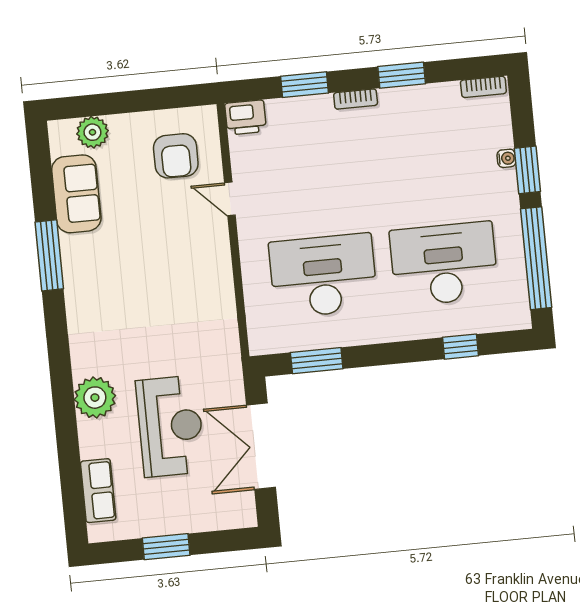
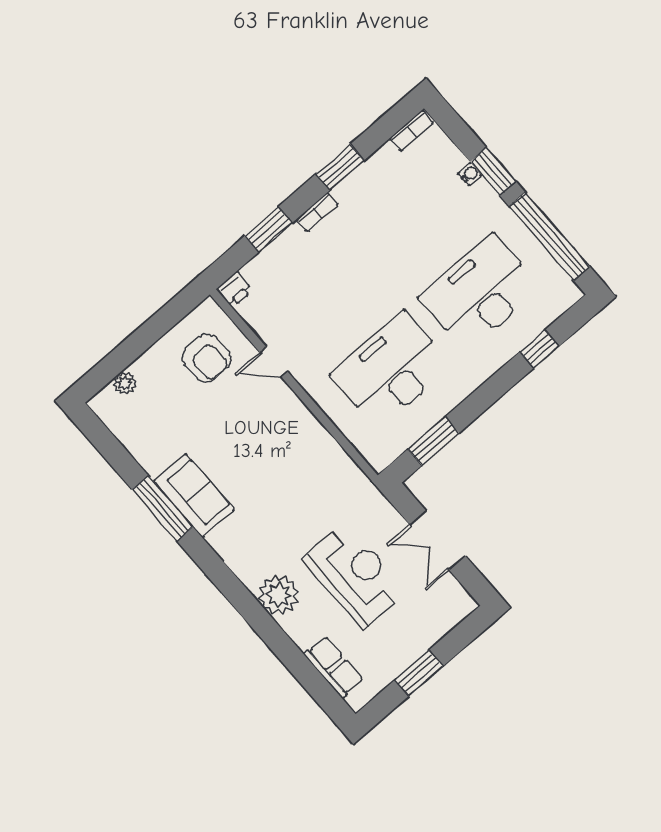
printer: (246, 117) -> (235, 290), width x0.73, depth x0.81
plant: (92, 132) -> (125, 383), width x0.73, depth x0.73
sofa: (76, 194) -> (194, 496), moved
double door: (261, 446) -> (437, 540), width x0.73

